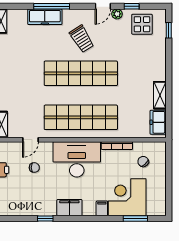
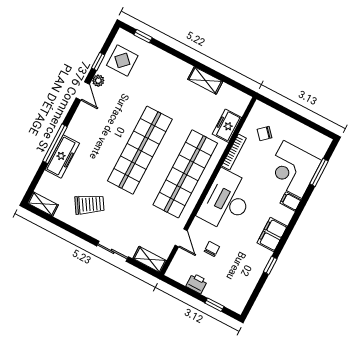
trolley: (82, 39) -> (90, 204), moved
freezer: (158, 122) -> (227, 126), moved, turned 90

